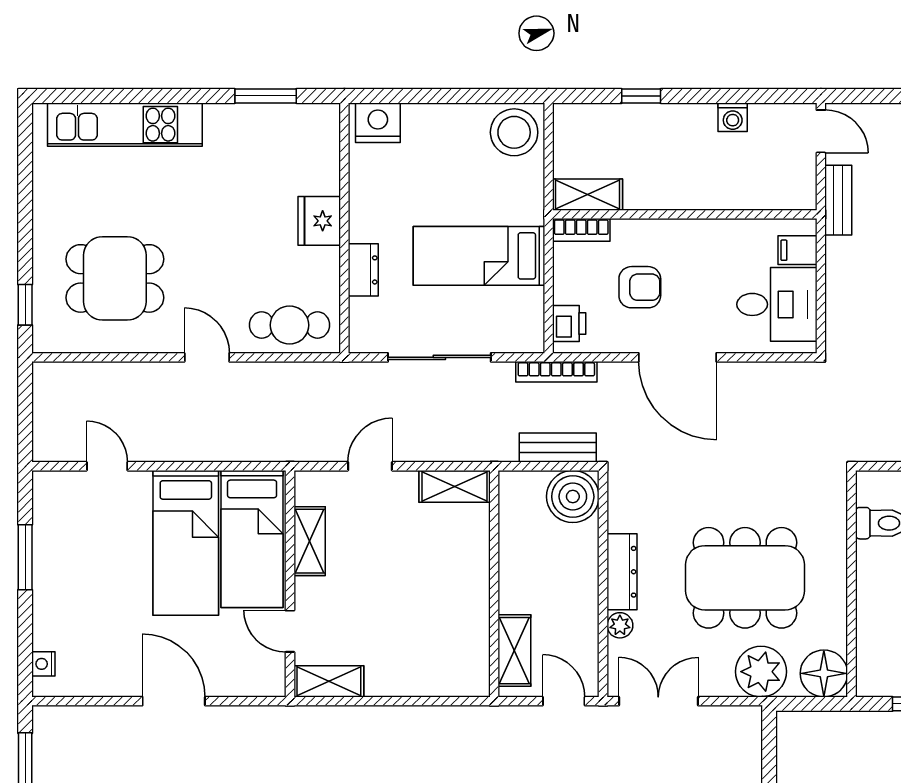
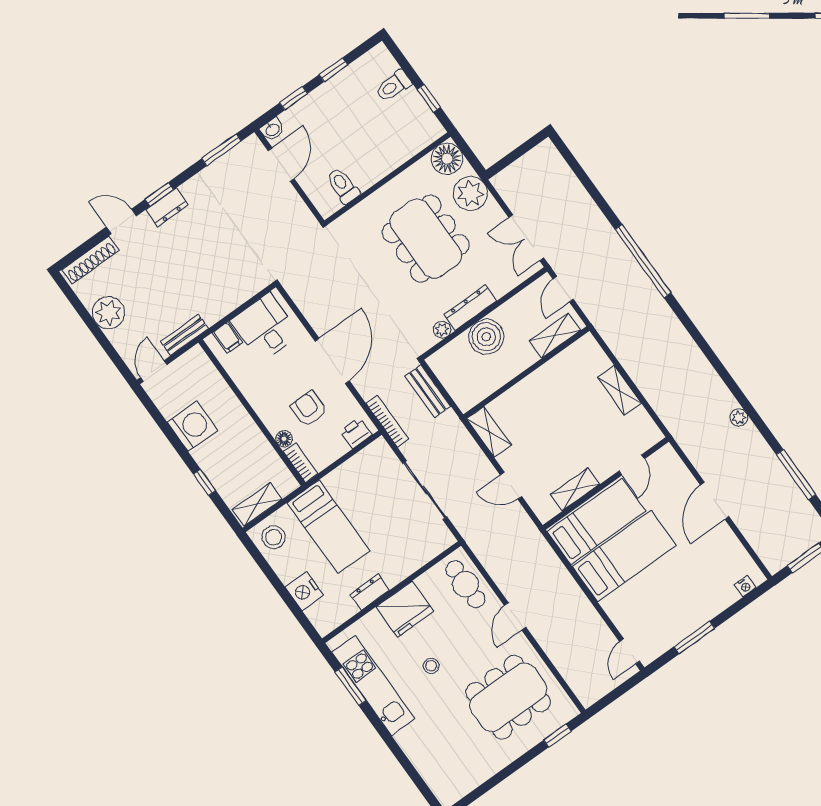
washing machine: (733, 117) -> (192, 426), width x1.89, depth x1.89
nightstand: (378, 123) -> (304, 591), moved
kitchen unit: (125, 125) -> (373, 685), moved
stool: (514, 132) -> (274, 537), width x0.73, depth x0.73
shelving: (588, 195) -> (257, 504), moved, turned 90
stool: (220, 212) -> (431, 666), added
fridge: (319, 221) -> (405, 609), width x1.36, depth x1.34
floor lamp: (625, 231) -> (284, 439), added
bed: (479, 256) -> (328, 527), moved
dresser: (363, 270) -> (370, 592), moved
dining table: (115, 278) -> (508, 697), width x1.38
door: (107, 466) -> (630, 651), moved
boiler: (573, 497) -> (486, 337), moved
plant: (620, 625) -> (442, 330), moved
shelving: (329, 681) -> (619, 390), moved

